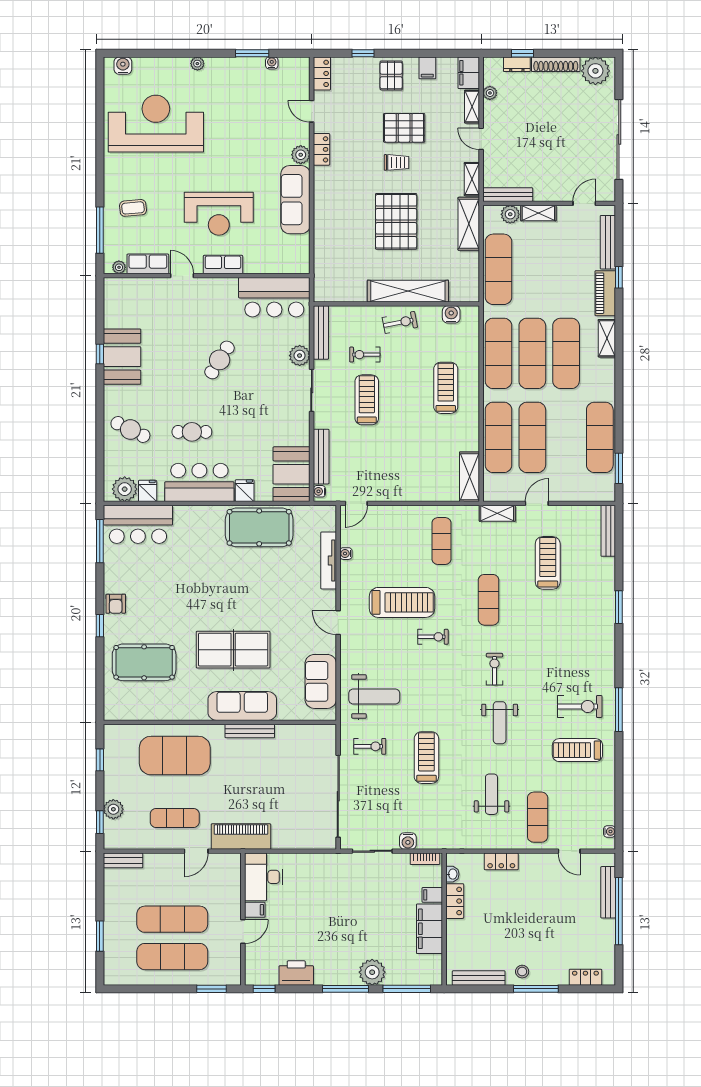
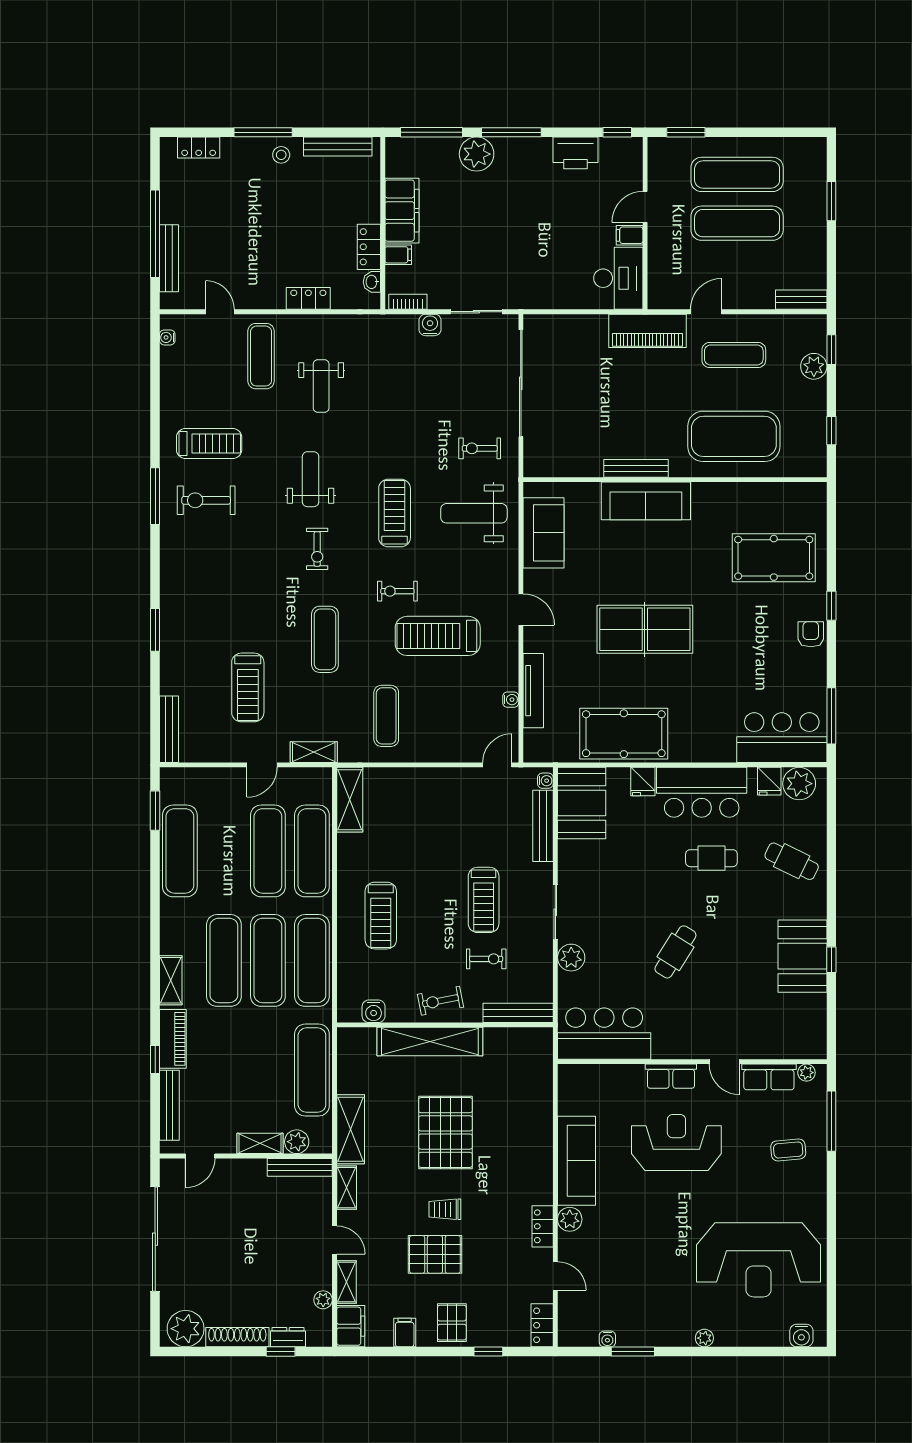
bench: (321, 333) -> (518, 1013), moved, turned 90
table tennis table: (233, 650) -> (645, 629), moved
treadmill: (426, 758) -> (395, 513), moved, turned 180

